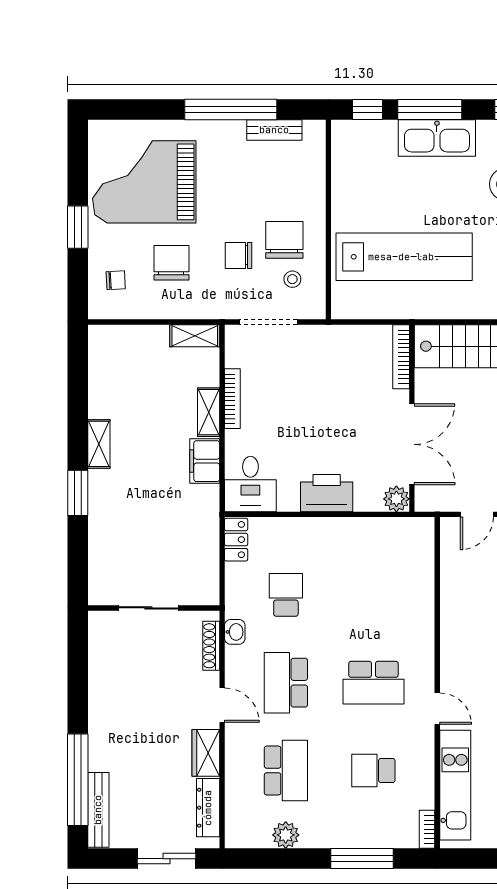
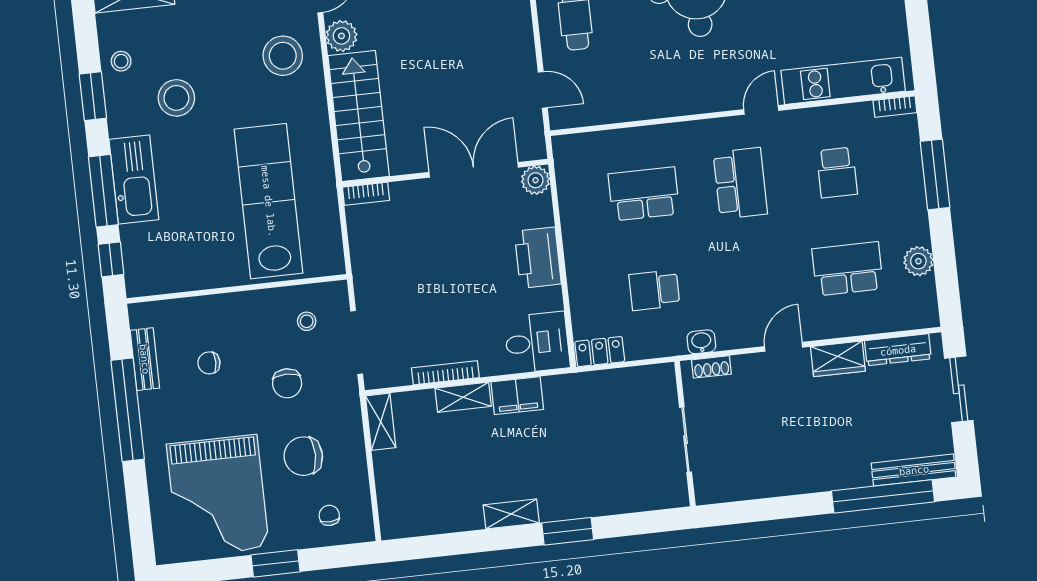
chair: (284, 240) -> (209, 363), moved, width x0.54, depth x0.54
bookcase: (401, 357) -> (366, 194), width x0.64
shoe rack: (211, 646) -> (711, 367), width x0.70
school desk: (286, 683) -> (644, 194), moved, turned 180

